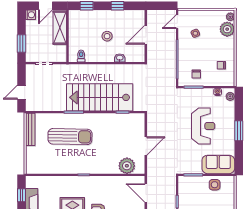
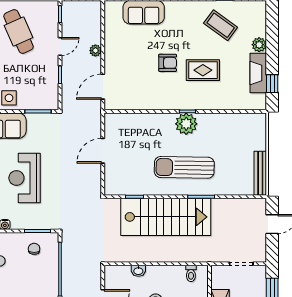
sun lounger: (70, 137) -> (184, 167), moved
plant: (127, 166) -> (186, 124), moved
door: (146, 193) -> (103, 87), swing flipped

